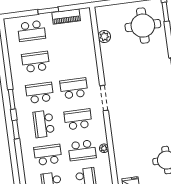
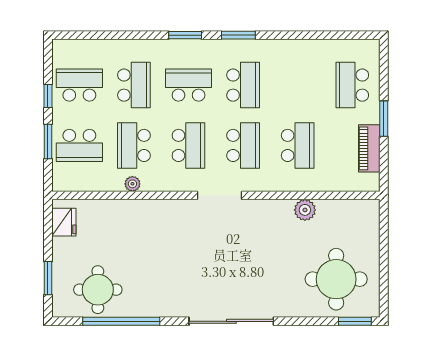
plant: (104, 36) -> (305, 210), moved
school desk: (36, 62) -> (298, 145), moved

